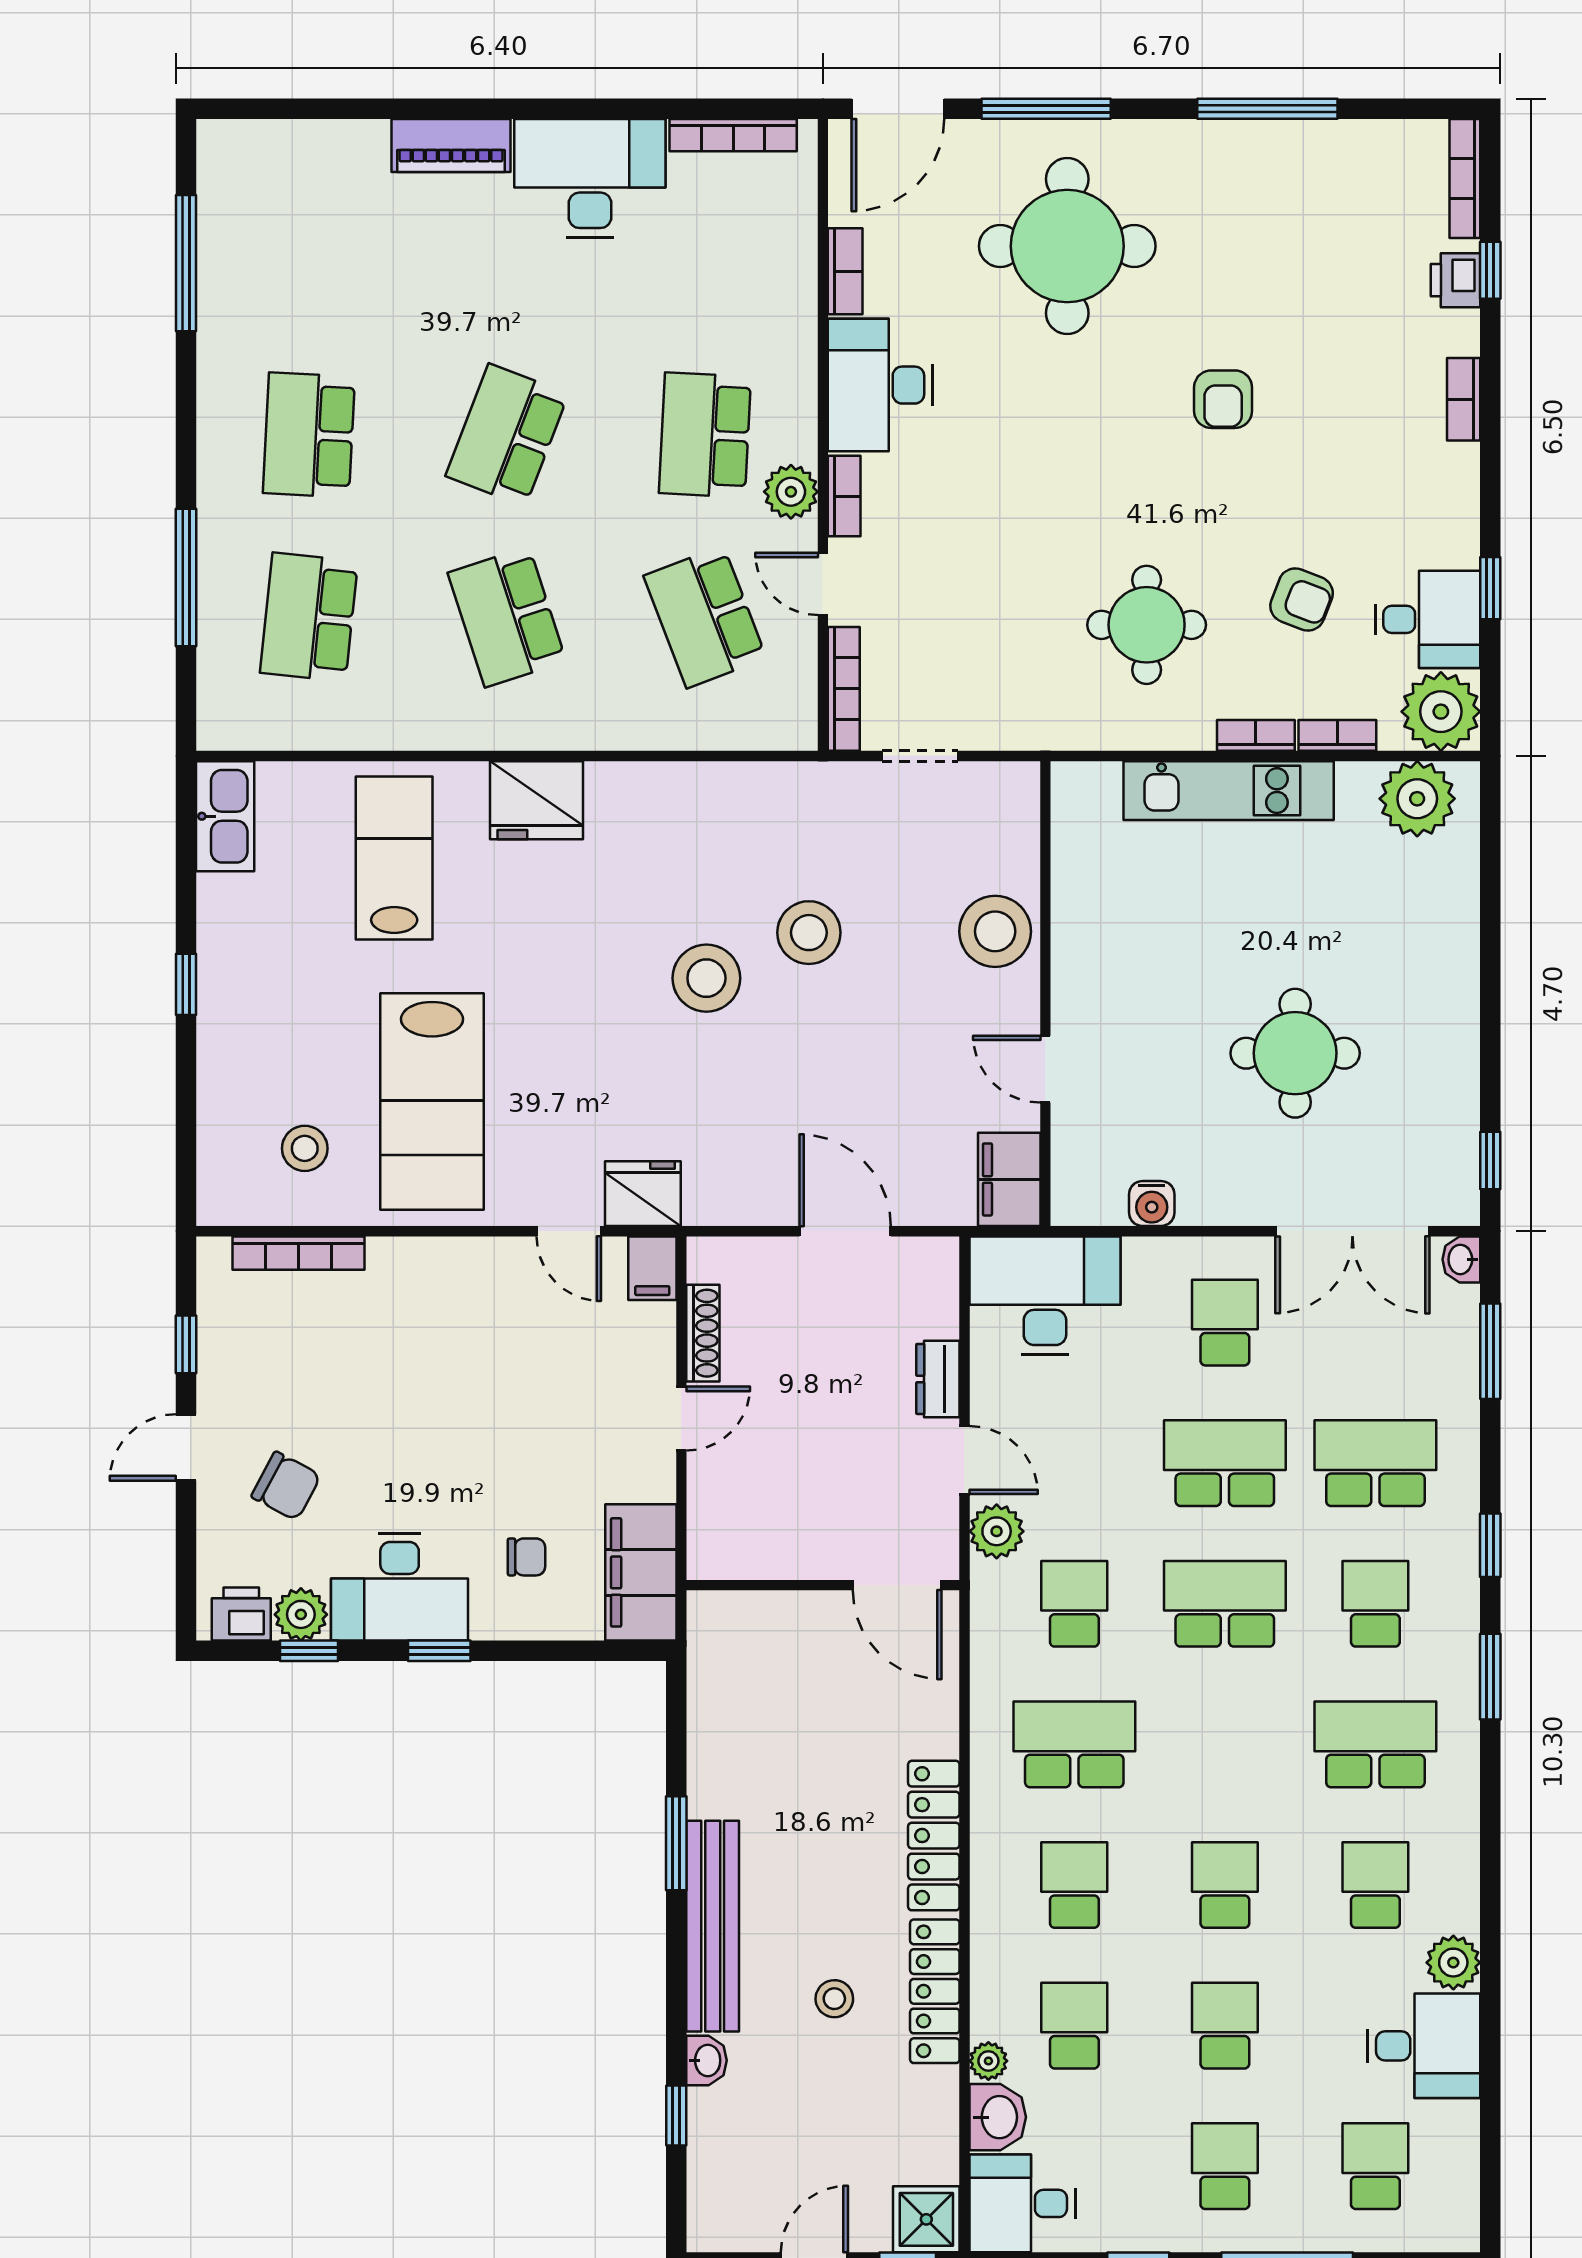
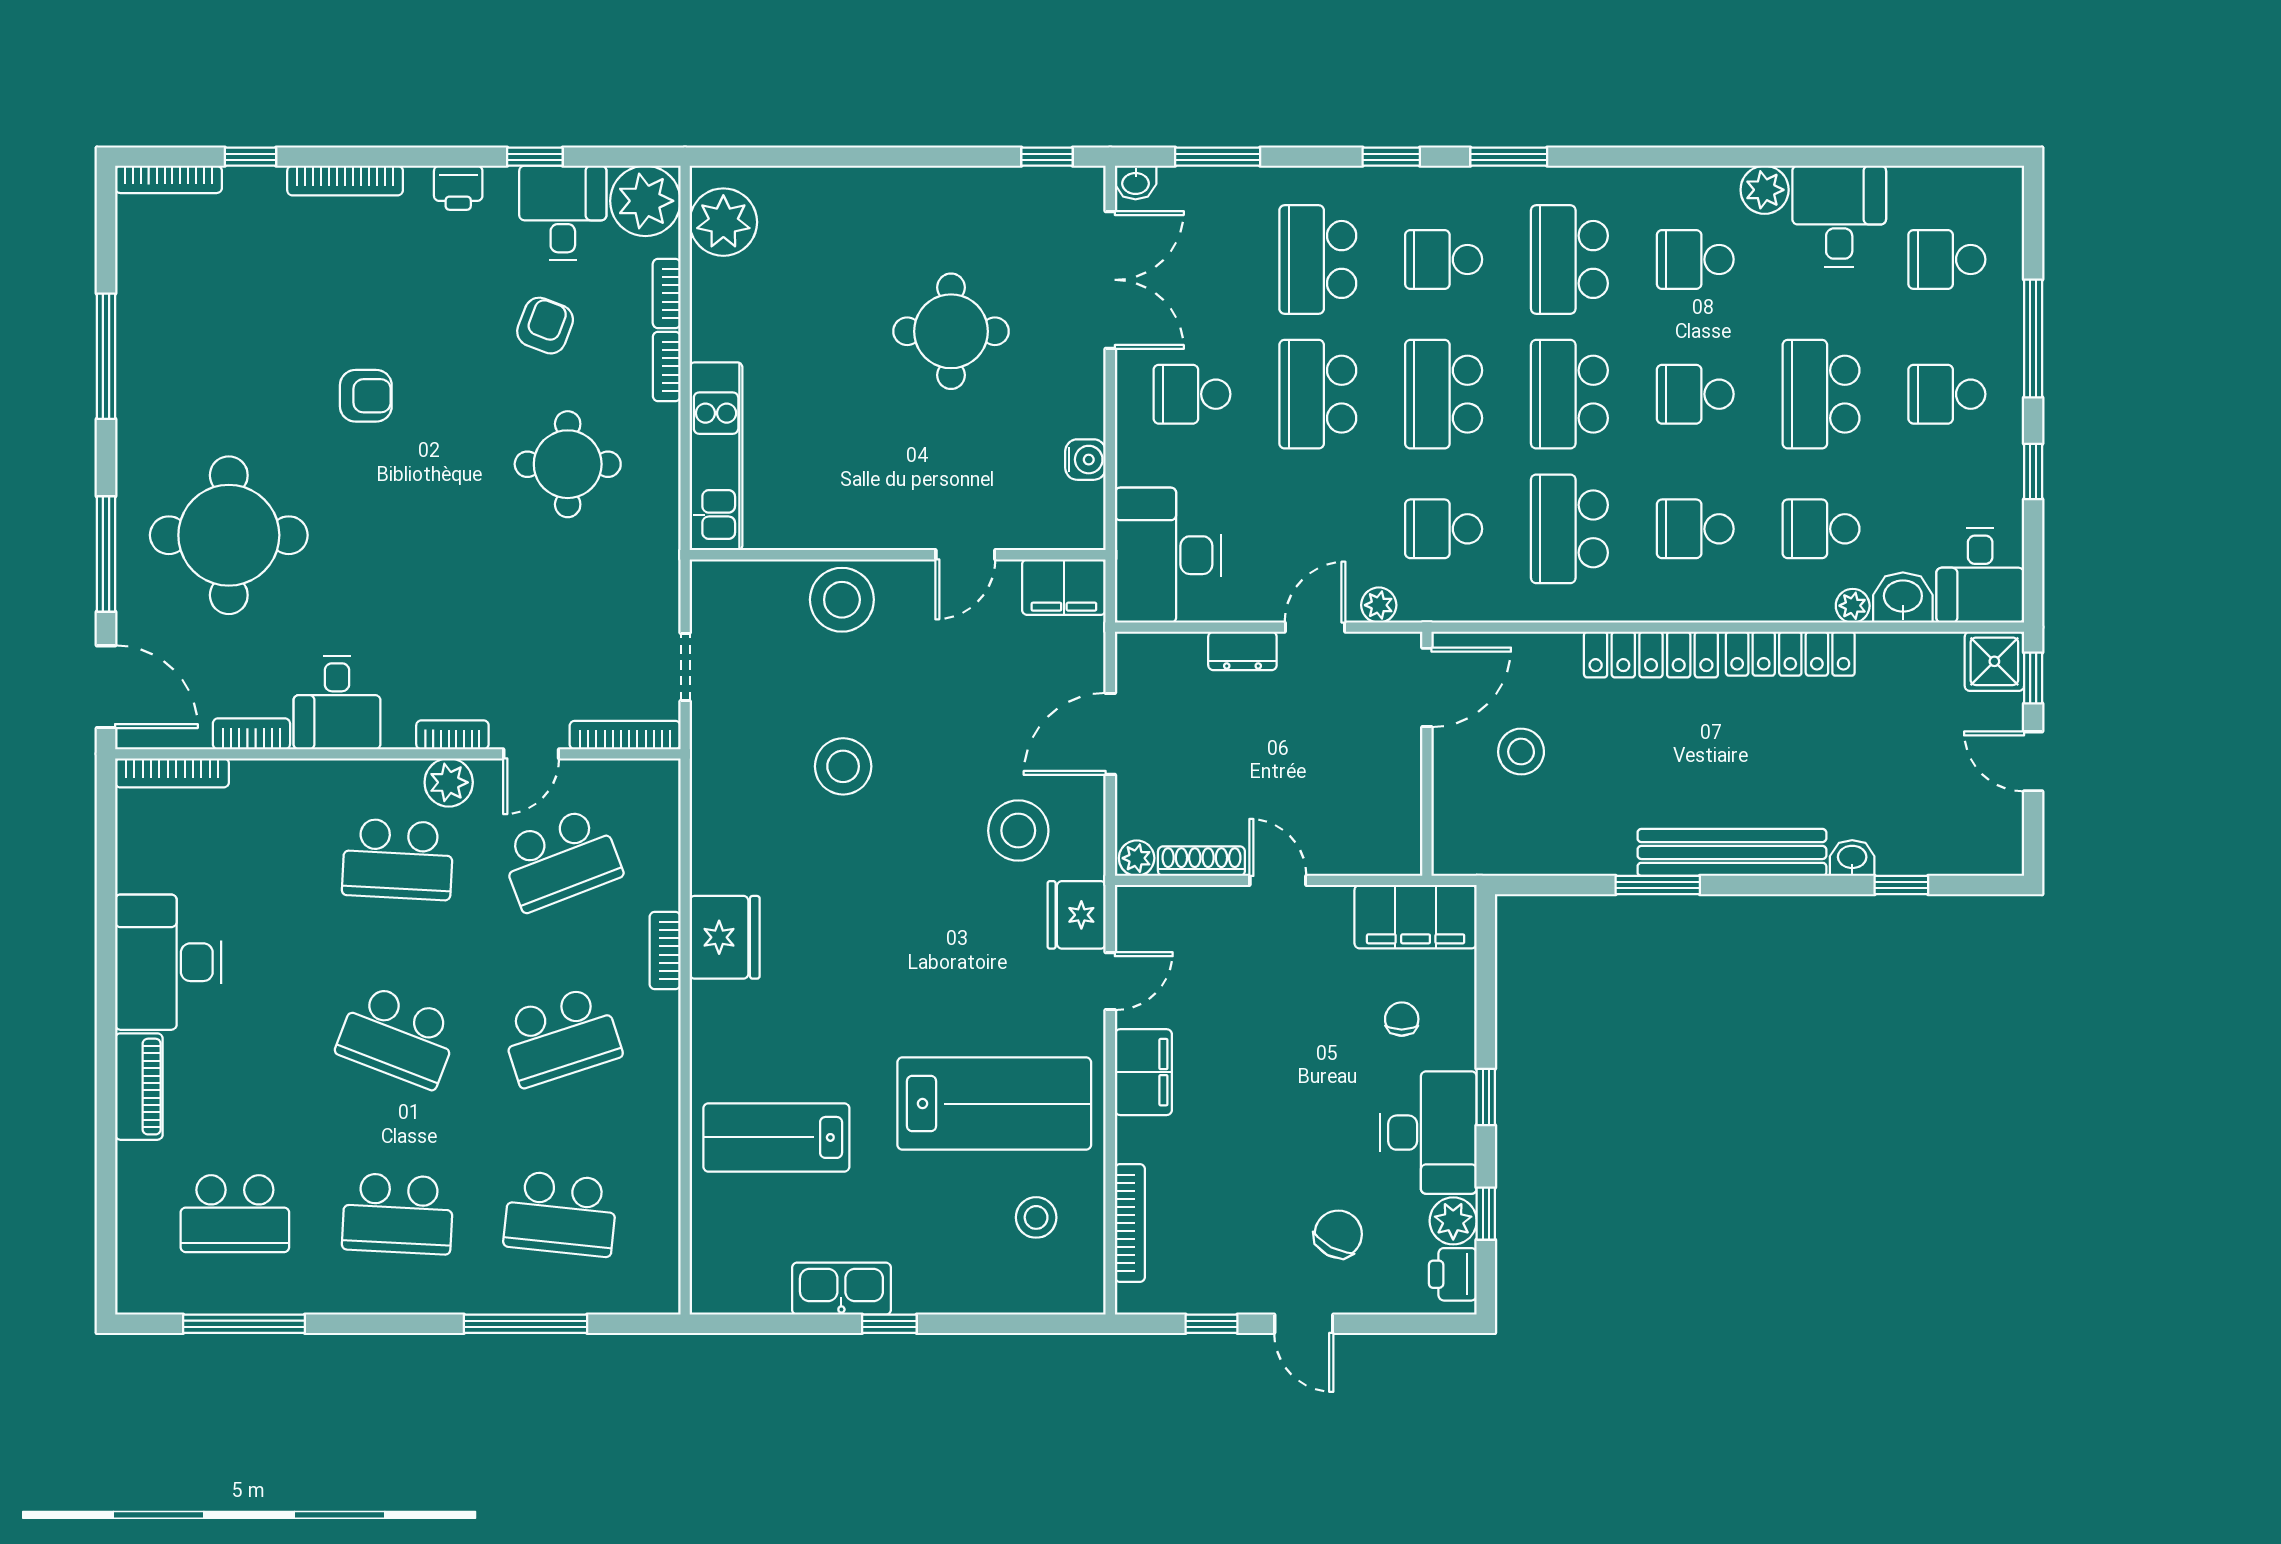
bookcase: (733, 135) -> (172, 773), moved, turned 90
school desk: (309, 253) -> (235, 1214), added
printer: (1456, 280) -> (458, 188), moved
desk: (880, 385) -> (337, 703), width x0.73
bookcase: (1464, 399) -> (345, 181), width x1.56
bookcase: (603, 734) -> (665, 951), added
kitchen unit: (1229, 791) -> (716, 456), moved
fridge: (536, 800) -> (725, 937), moved
kitchen sink: (225, 816) -> (841, 1289), moved
stool: (706, 978) -> (1018, 831), moved
plant: (706, 1261) -> (1137, 858), added
filing cabinet: (652, 1268) -> (1143, 1072), moved, width x2.00
plant: (997, 1531) -> (1379, 605), width x0.73, depth x0.73
school desk: (1225, 1744) -> (1569, 394), added
stool: (834, 1999) -> (1521, 752), moved, width x1.37, depth x1.37
school desk: (1225, 2026) -> (1821, 394), width x1.85

